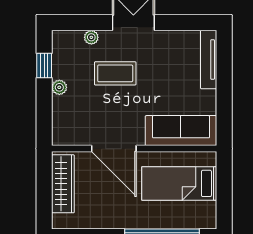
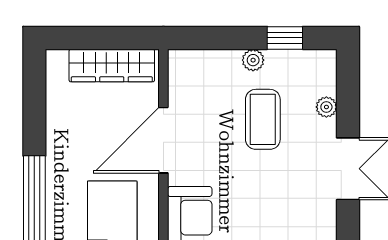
coffee table: (115, 73) -> (263, 119), moved

